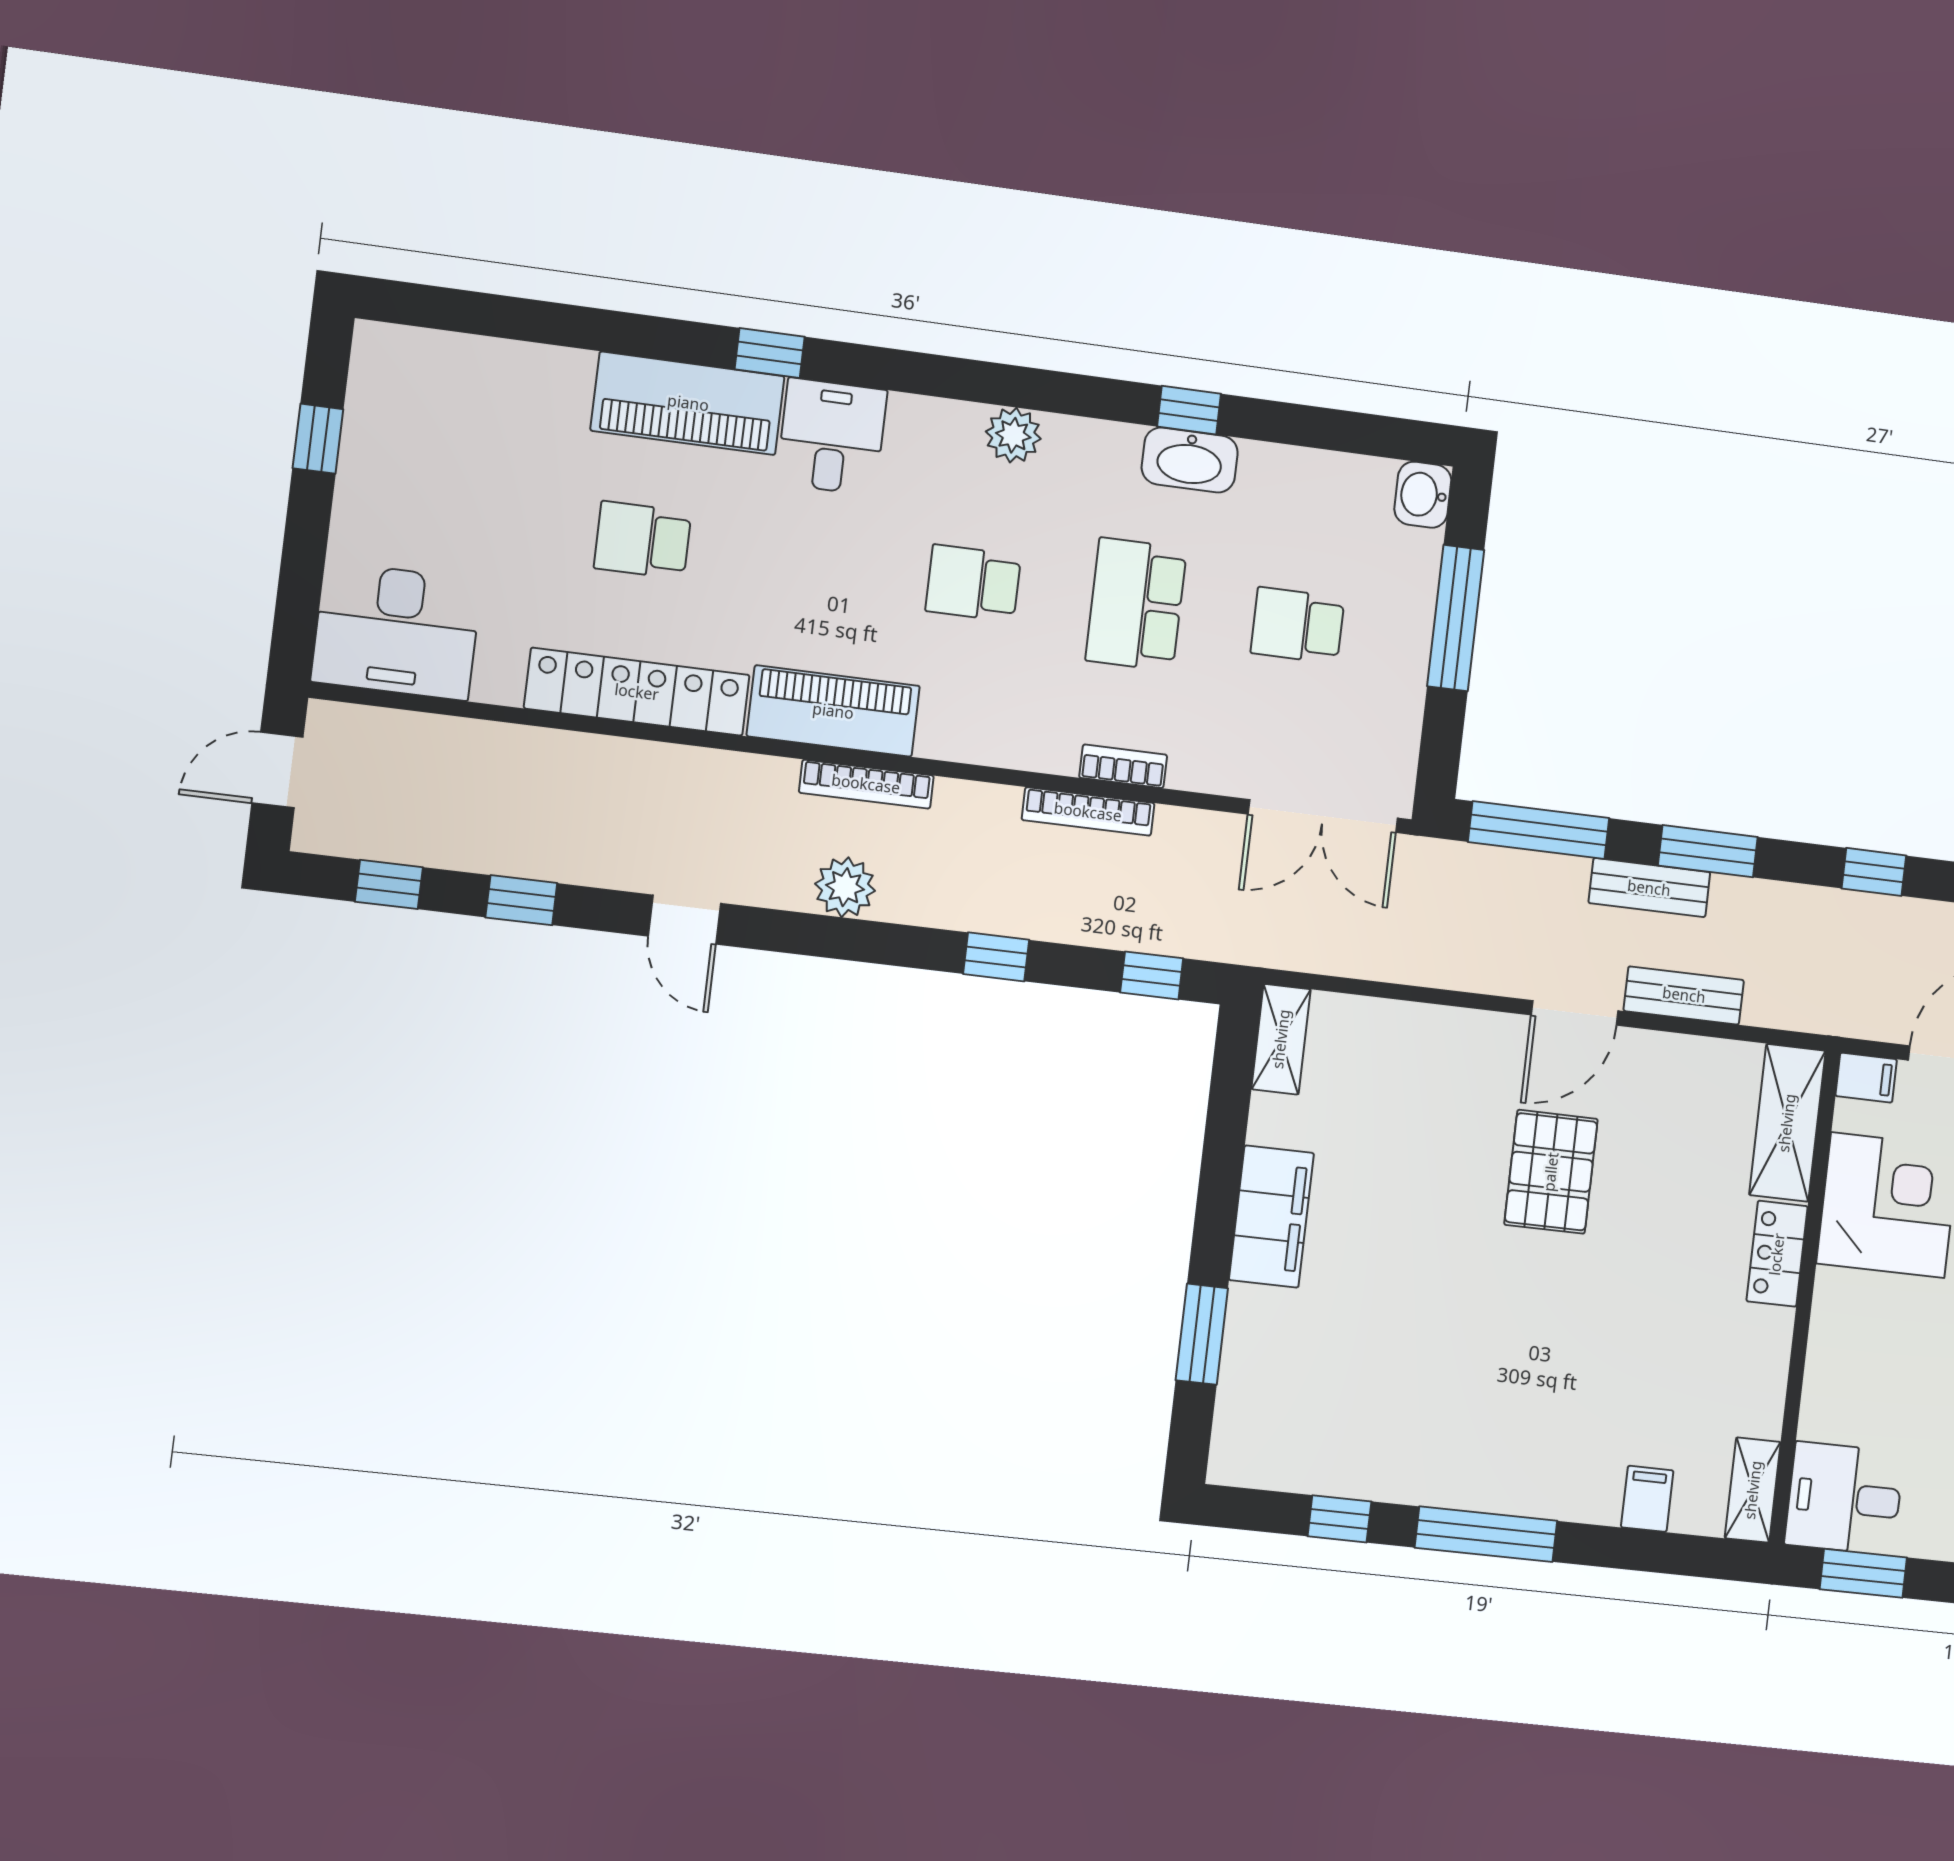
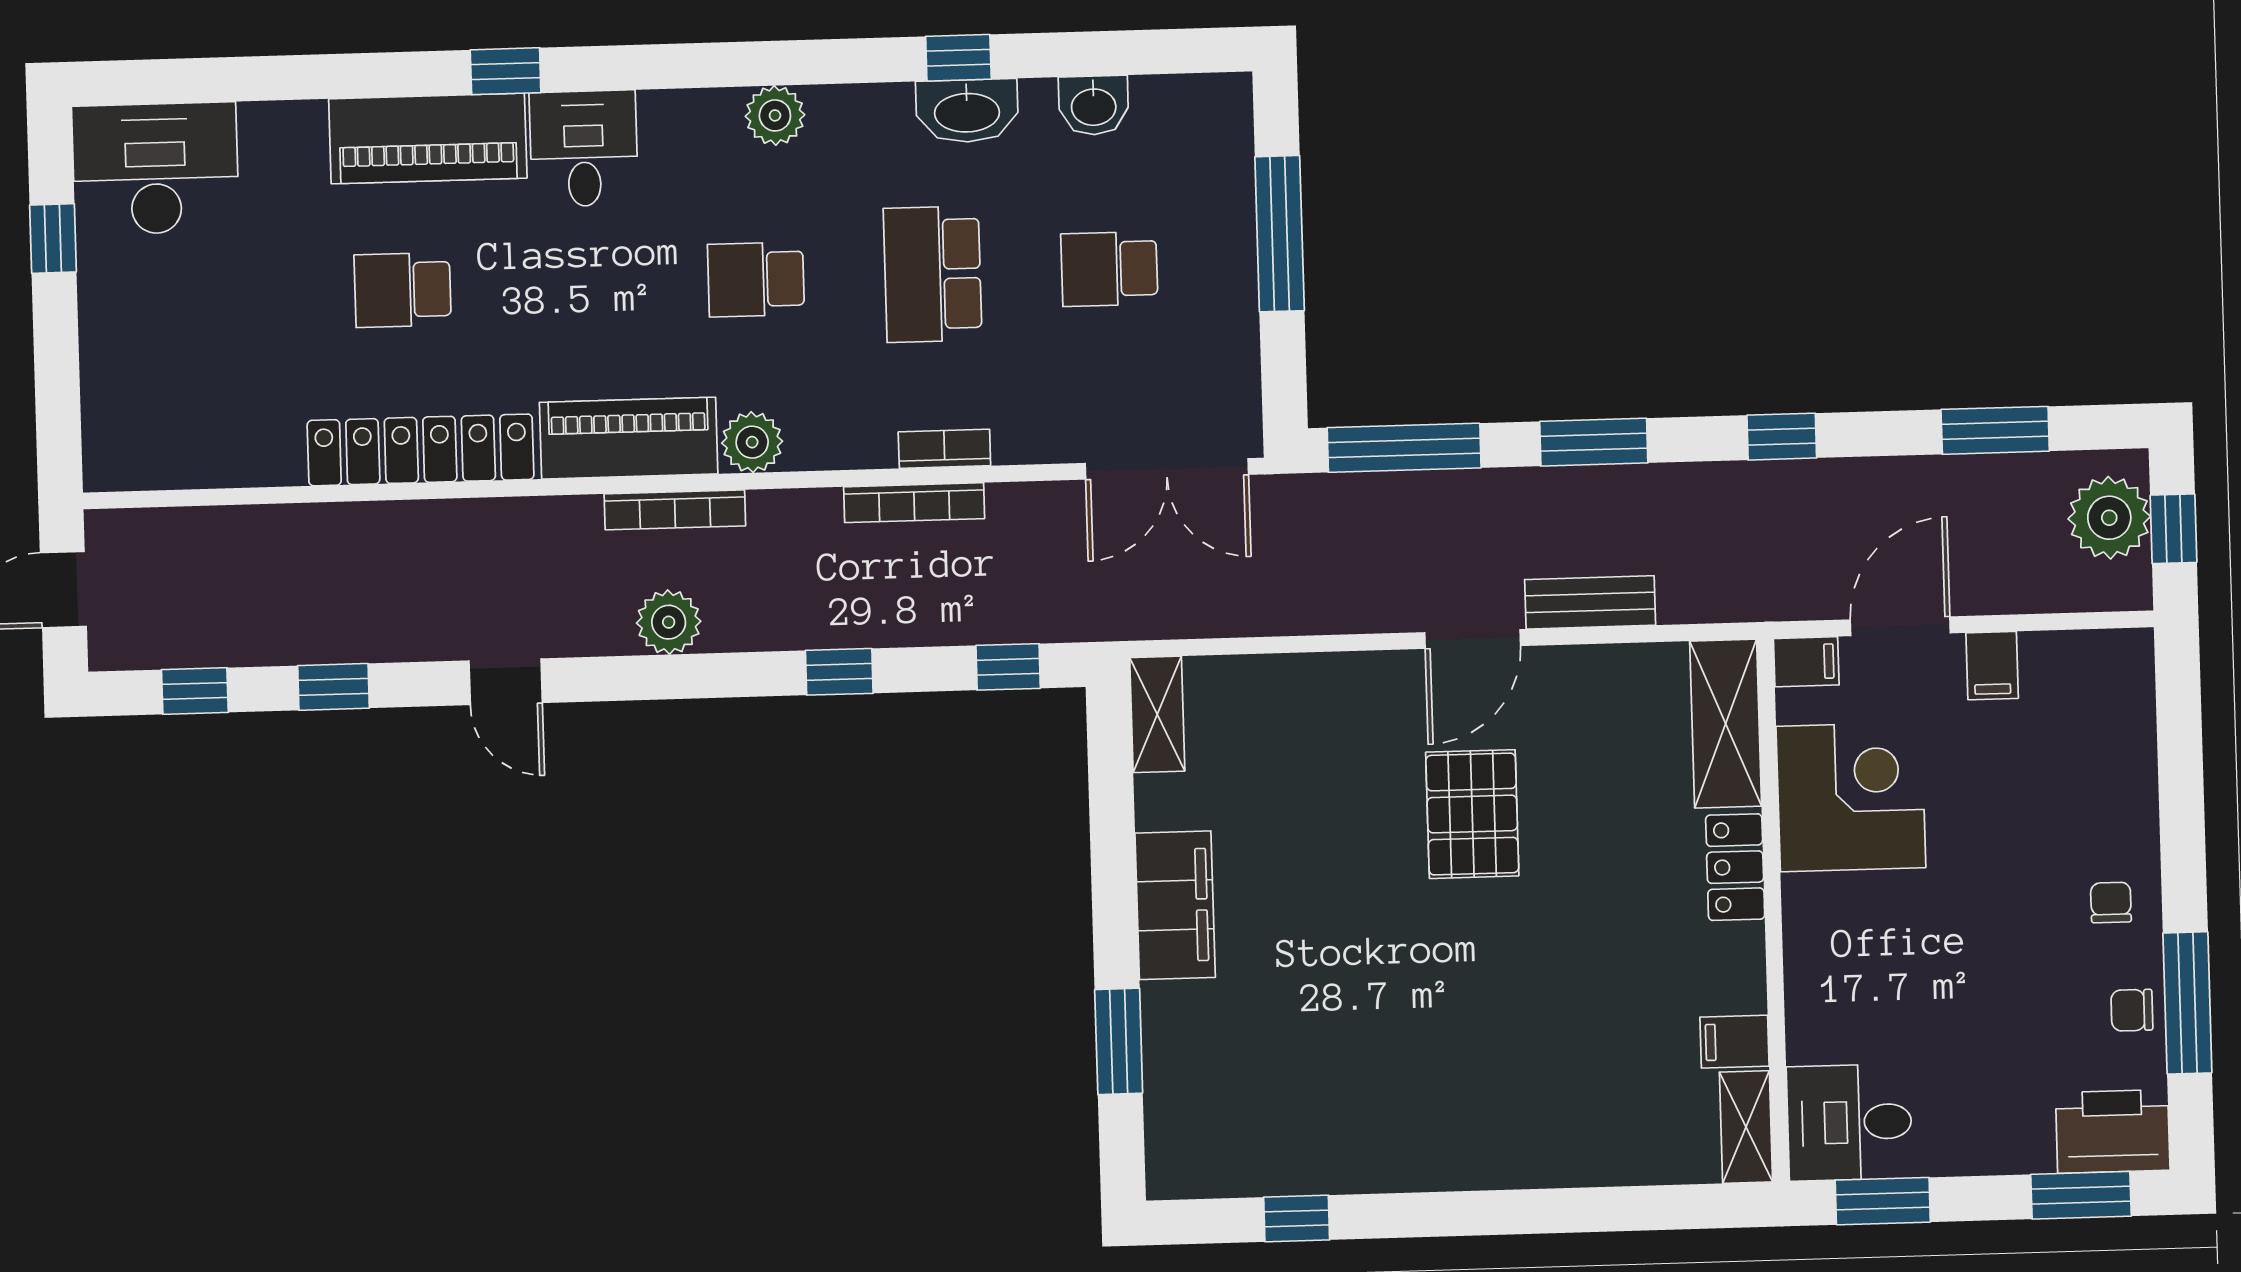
washbasin: (1423, 495) -> (1094, 105), moved, turned -90
desk: (396, 631) -> (155, 169), moved, turned 180
plant: (947, 733) -> (752, 442), added
bench: (1649, 888) -> (1535, 491), removed
filing cabinet: (1647, 1499) -> (1734, 1042), moved, turned -90
window: (1486, 1534) -> (1459, 1214), removed

